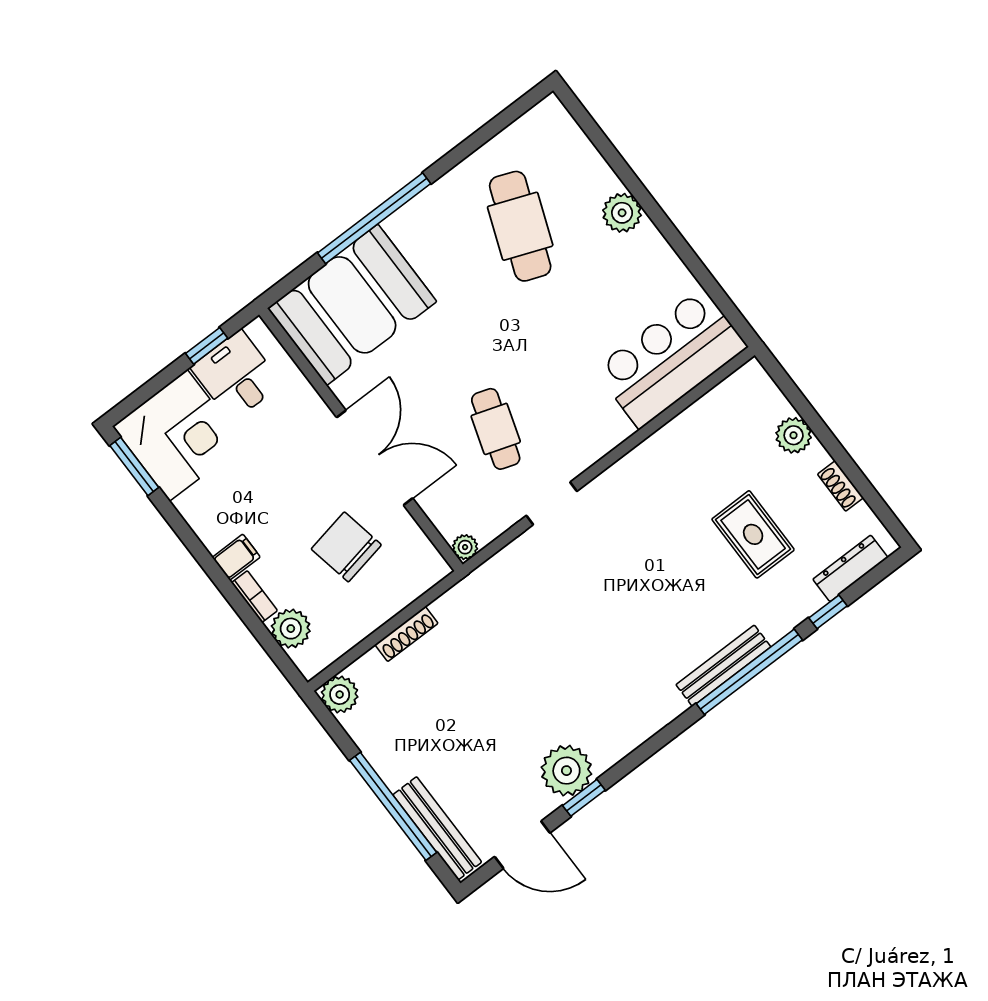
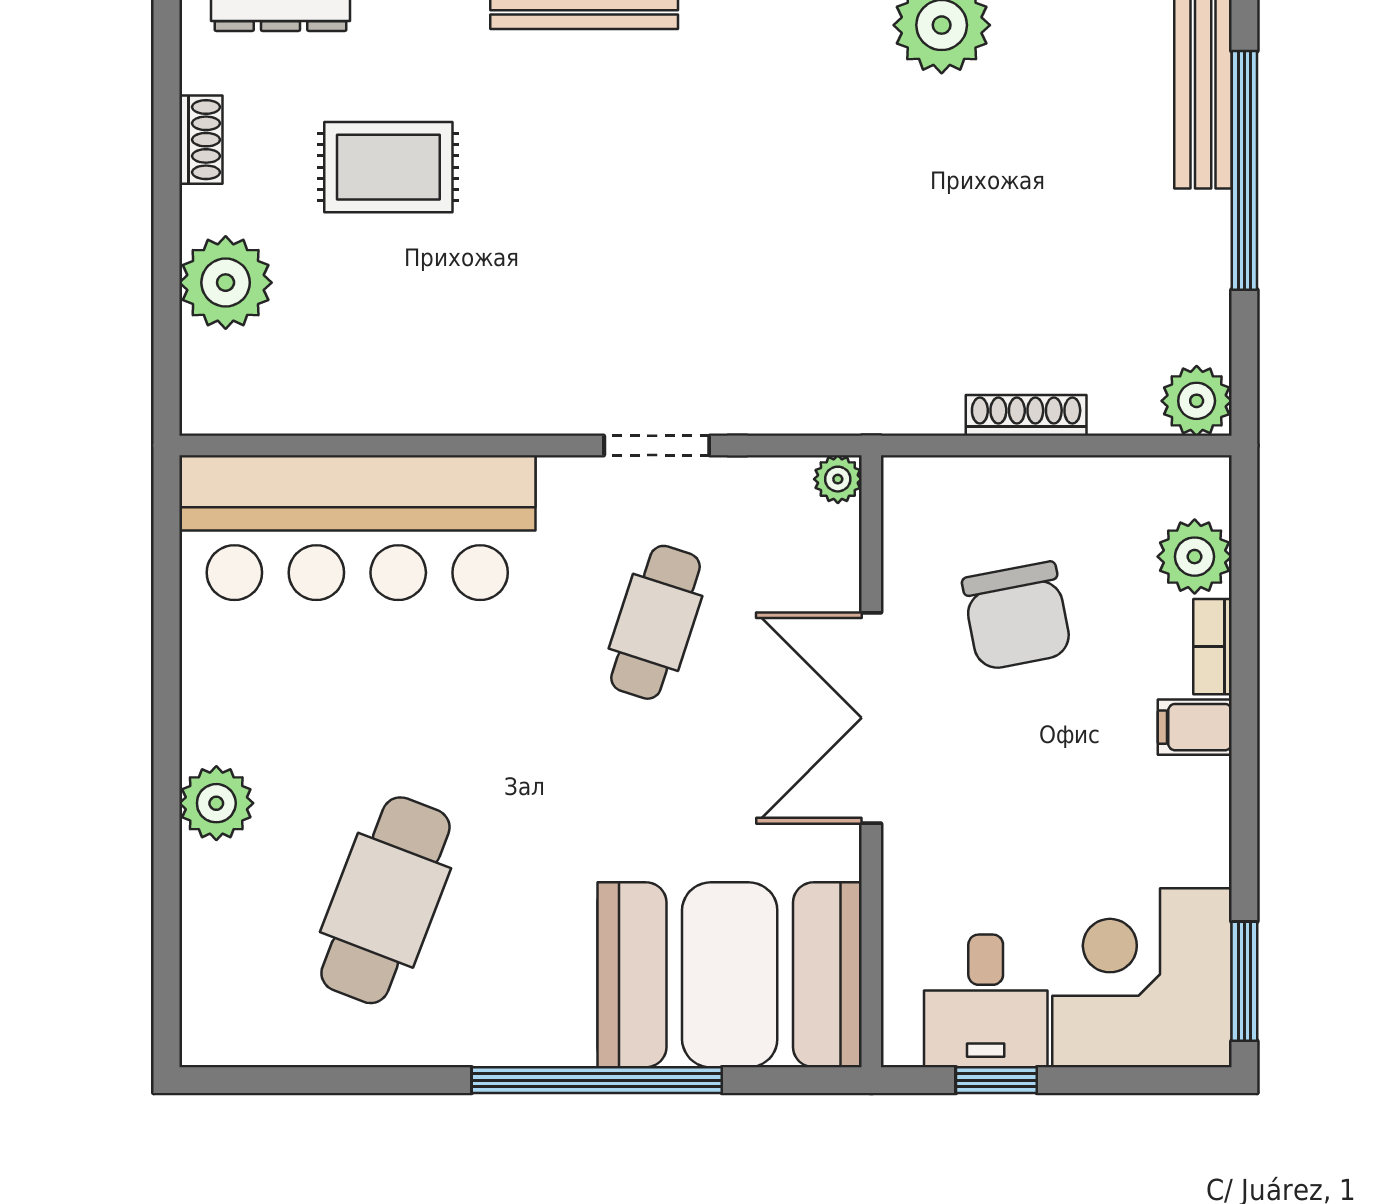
bar counter: (671, 358) -> (357, 528), width x1.36
plant: (794, 435) -> (226, 283), width x1.36, depth x1.36
rug: (753, 534) -> (388, 167), turned 90

